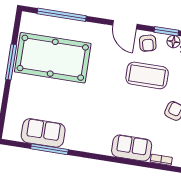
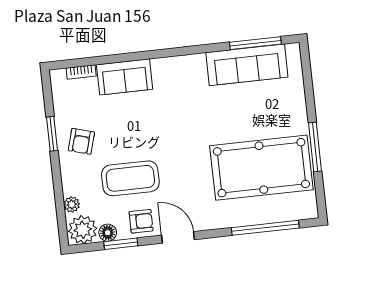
armchair: (148, 43) -> (141, 221), turned 104
sofa: (43, 133) -> (247, 65), width x1.36
window: (49, 149) -> (255, 43), moved

